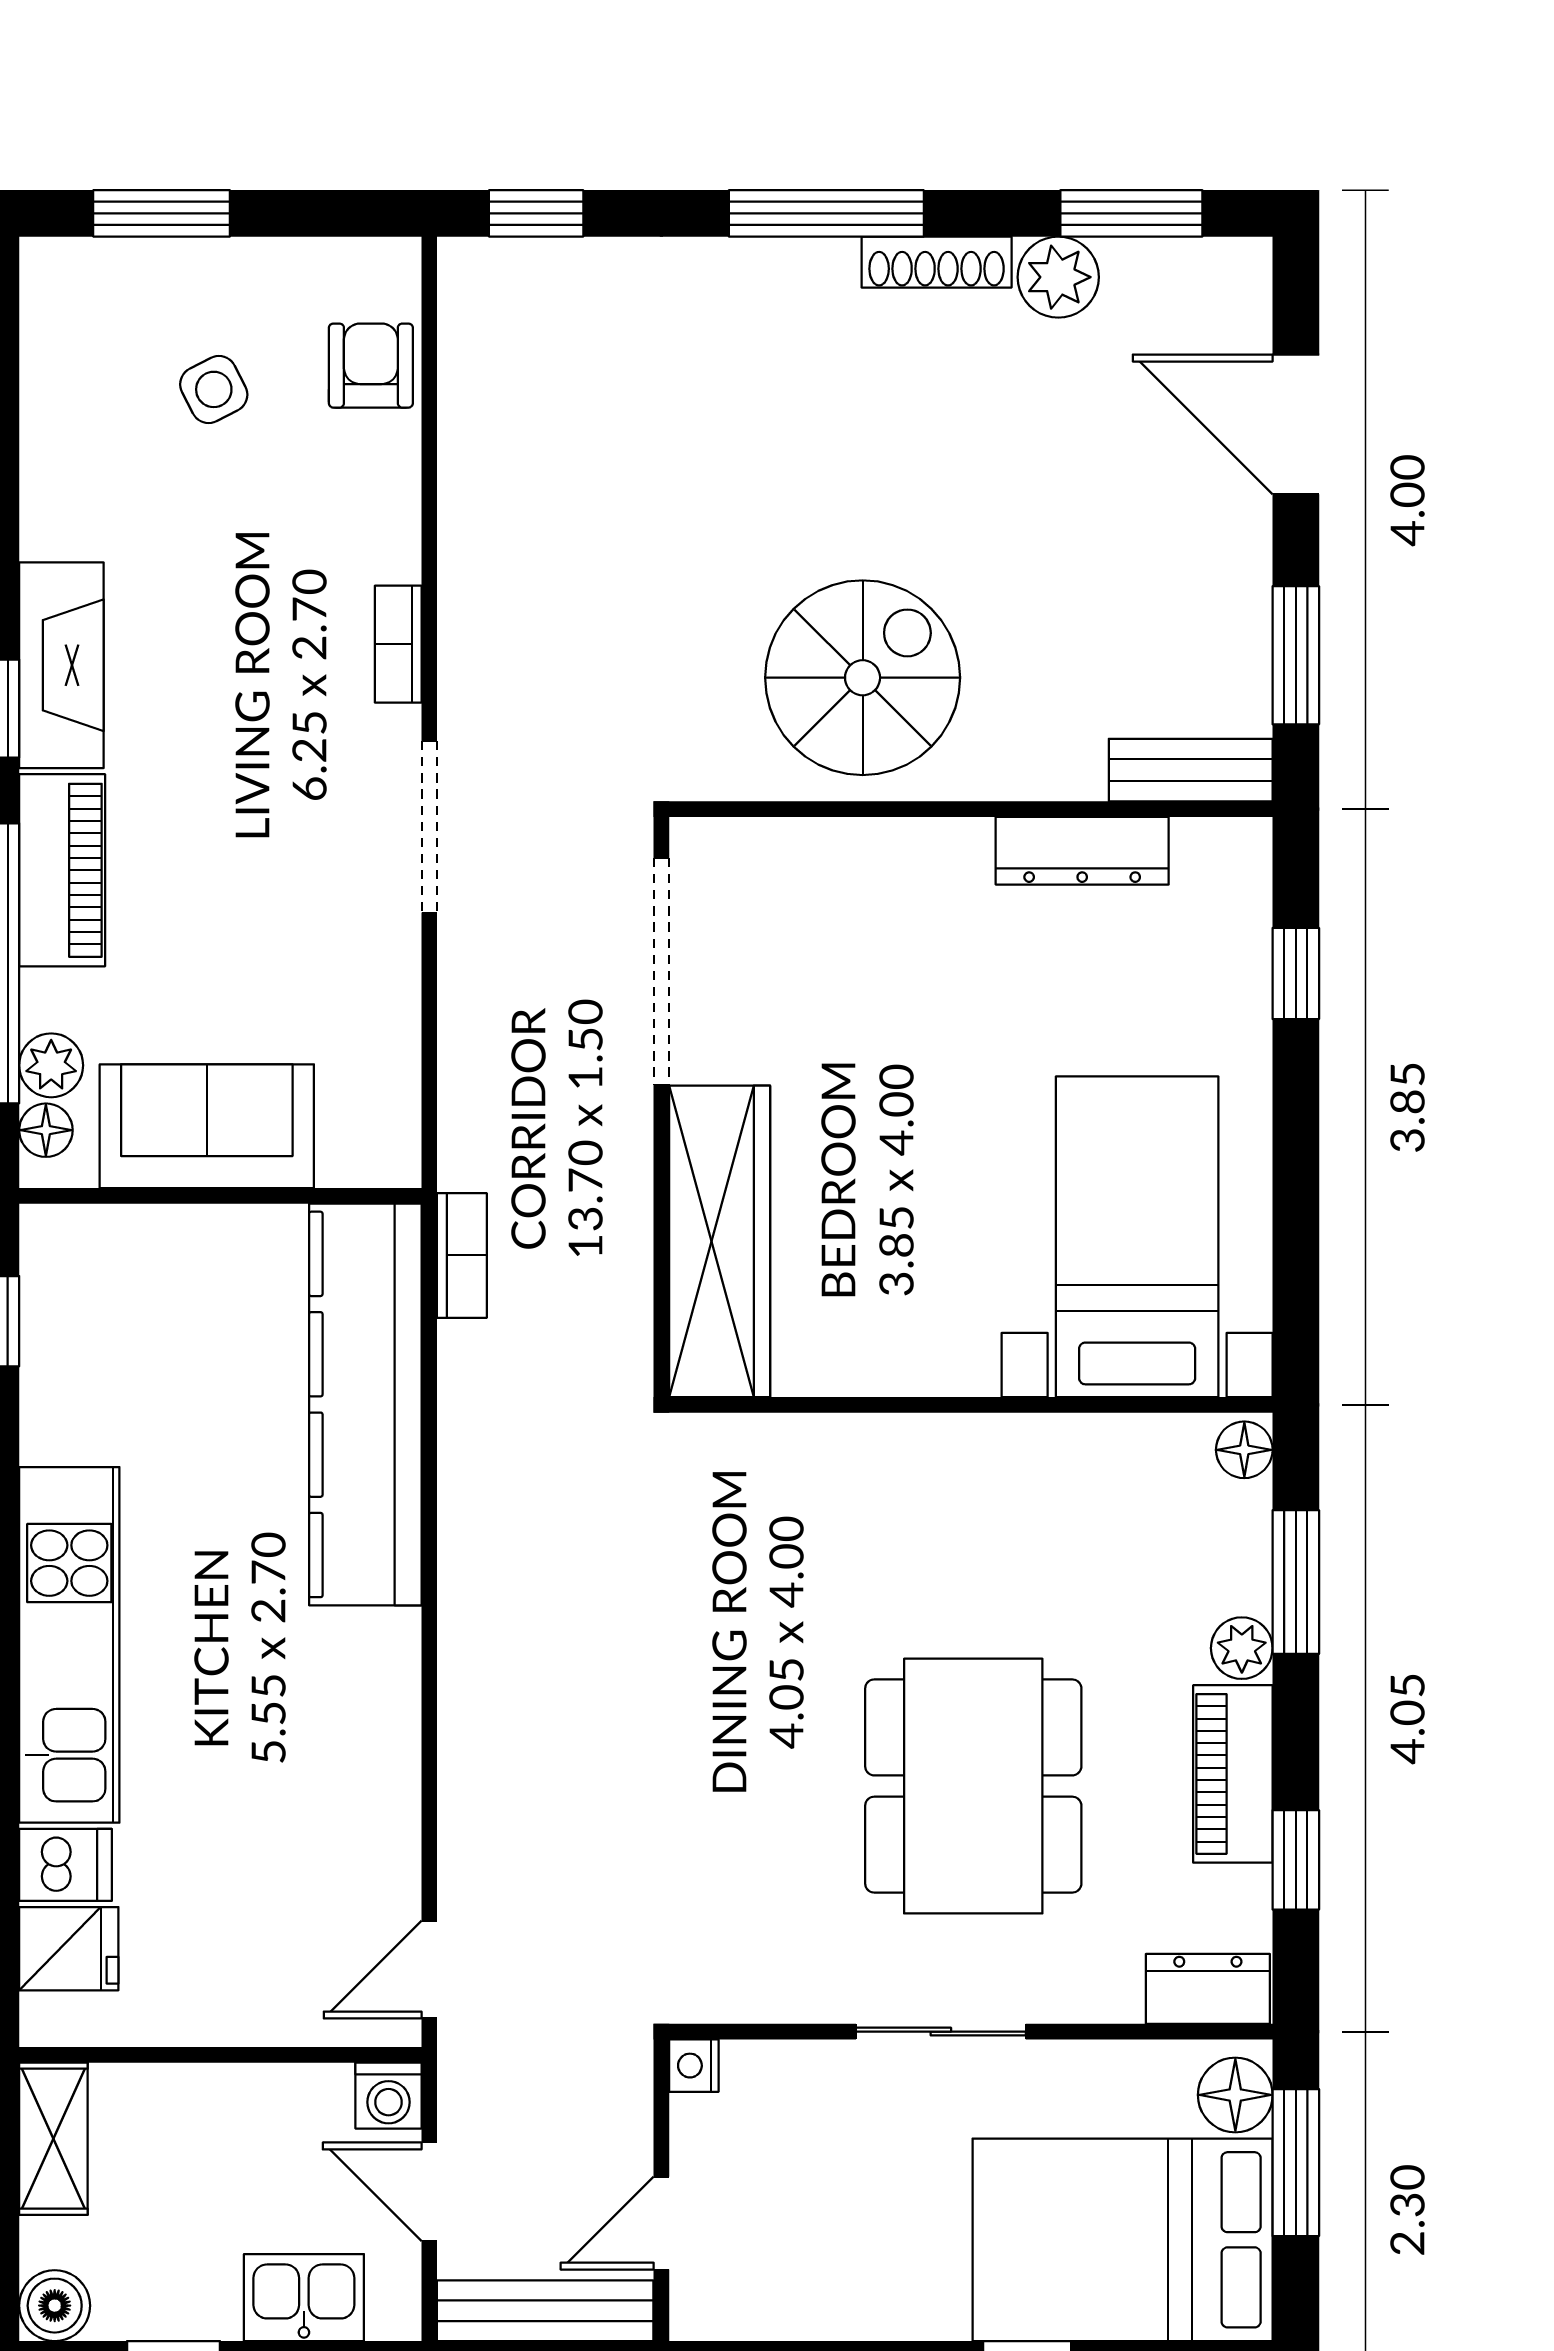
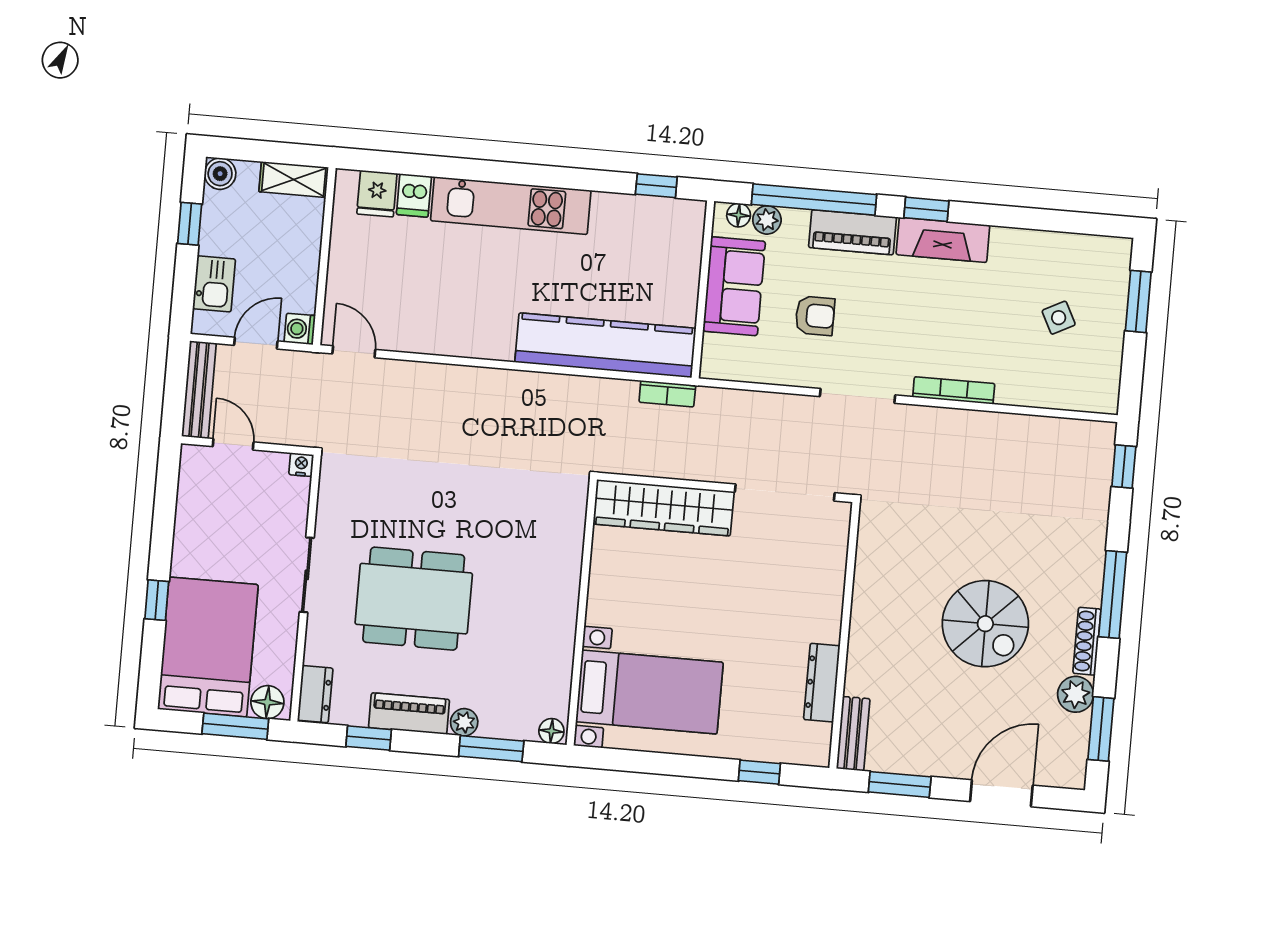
armchair: (371, 366) -> (815, 316), moved
bookcase: (398, 644) -> (954, 390), width x1.56
spiral stairs: (863, 678) -> (985, 624), moved

